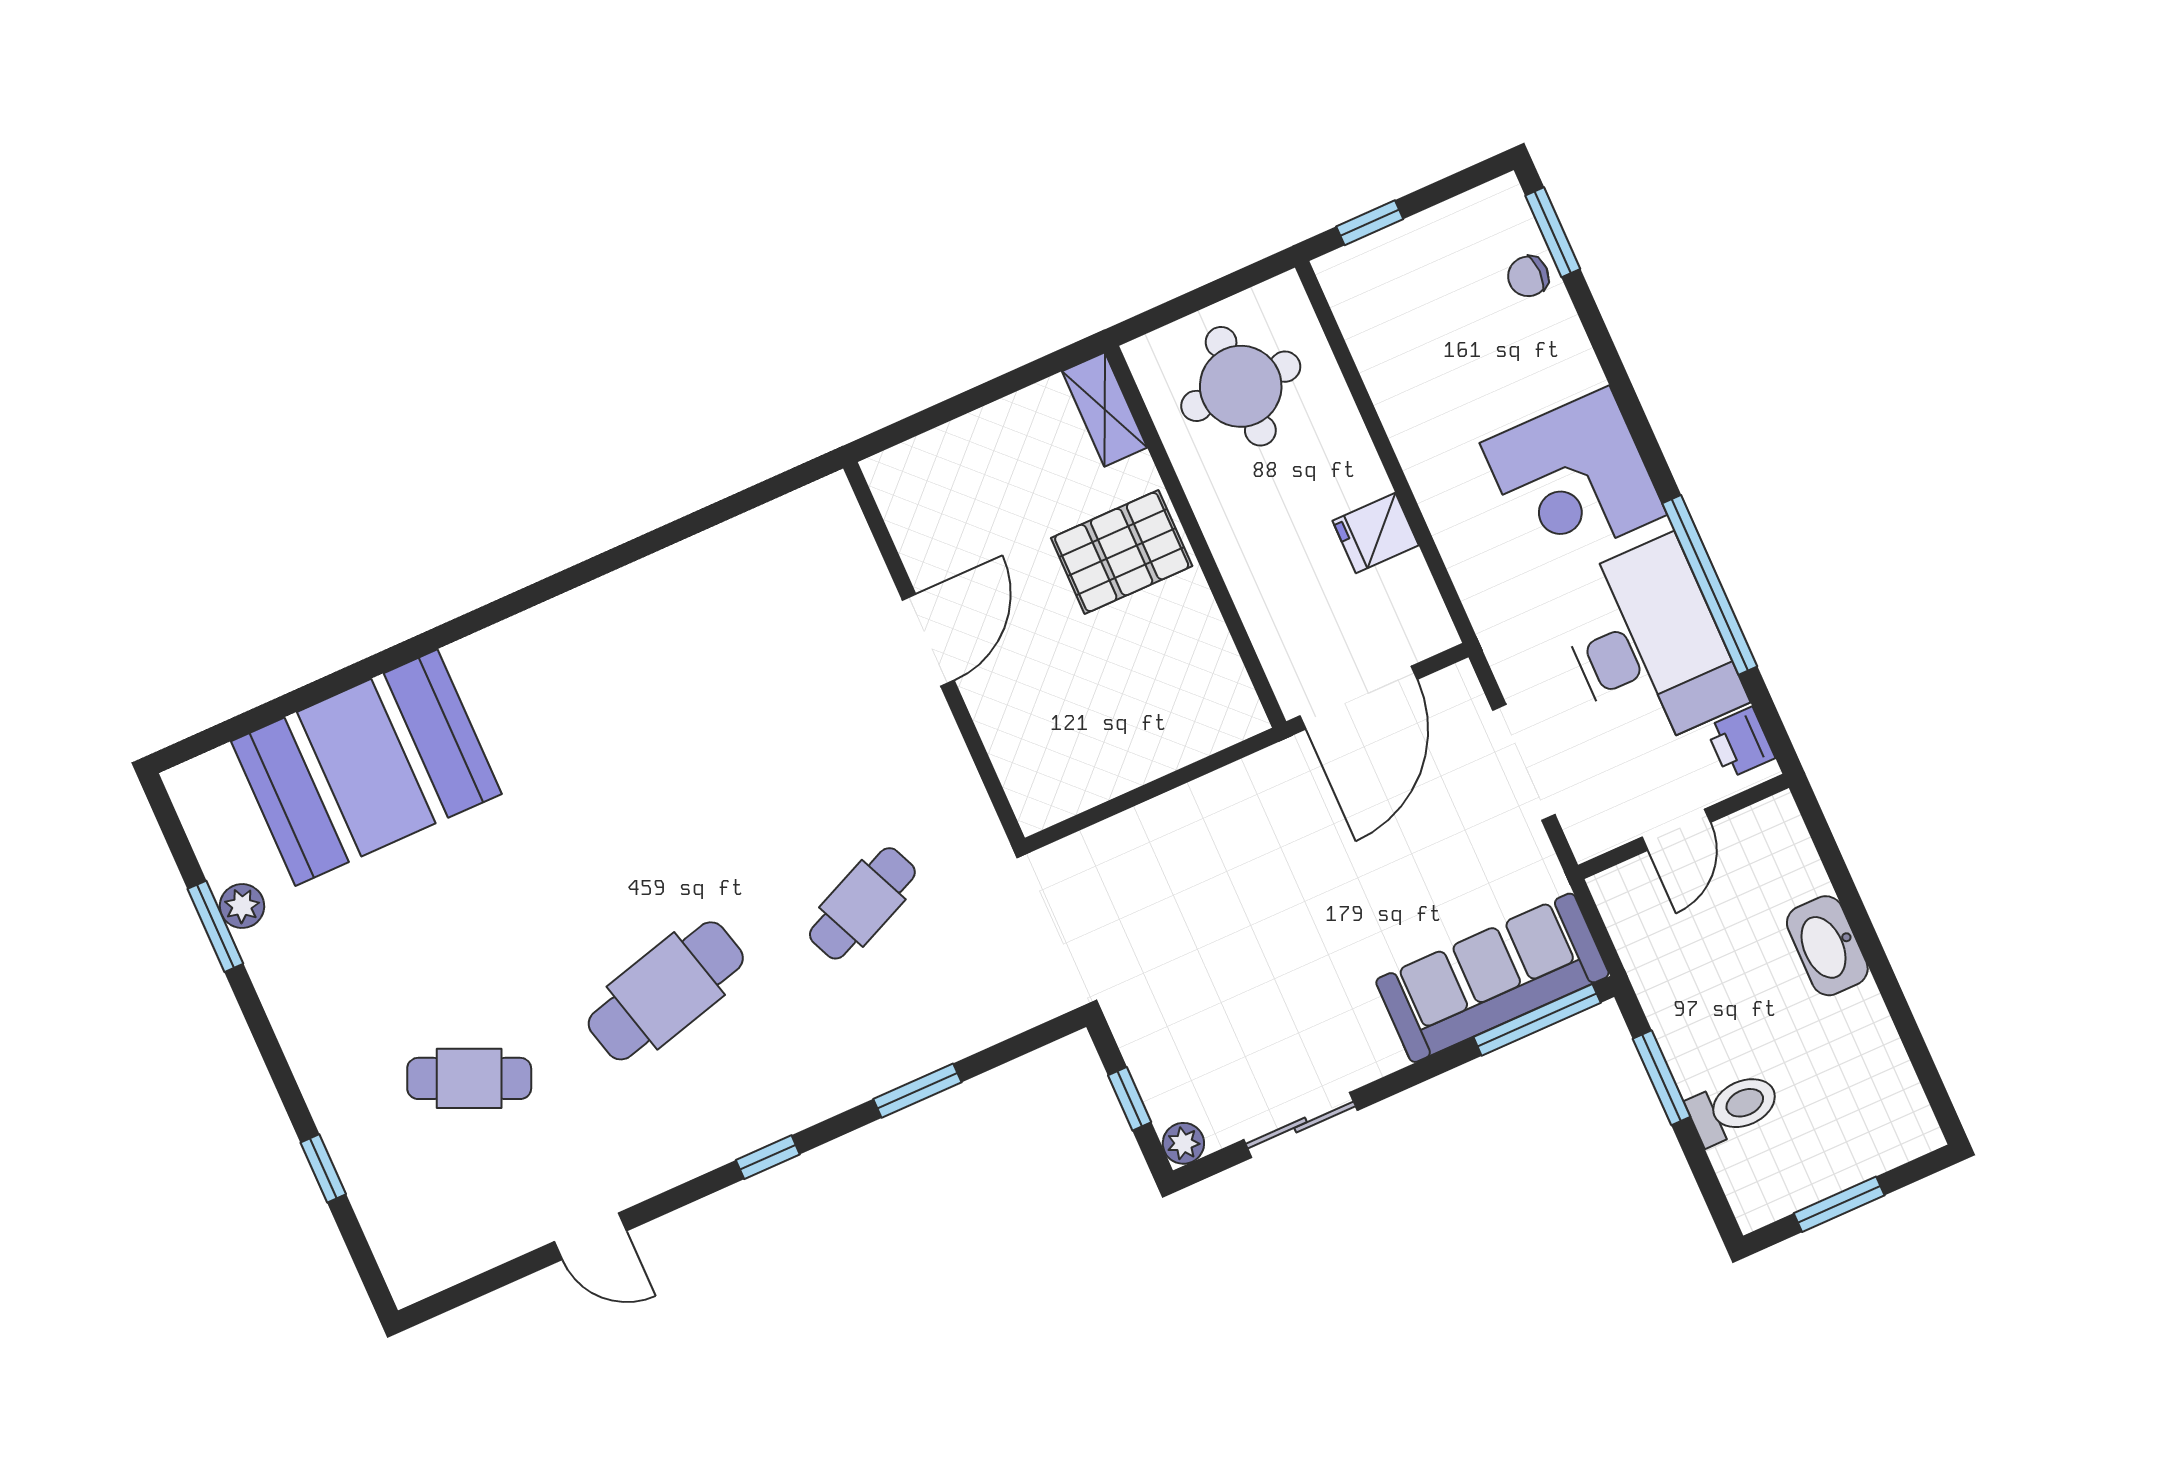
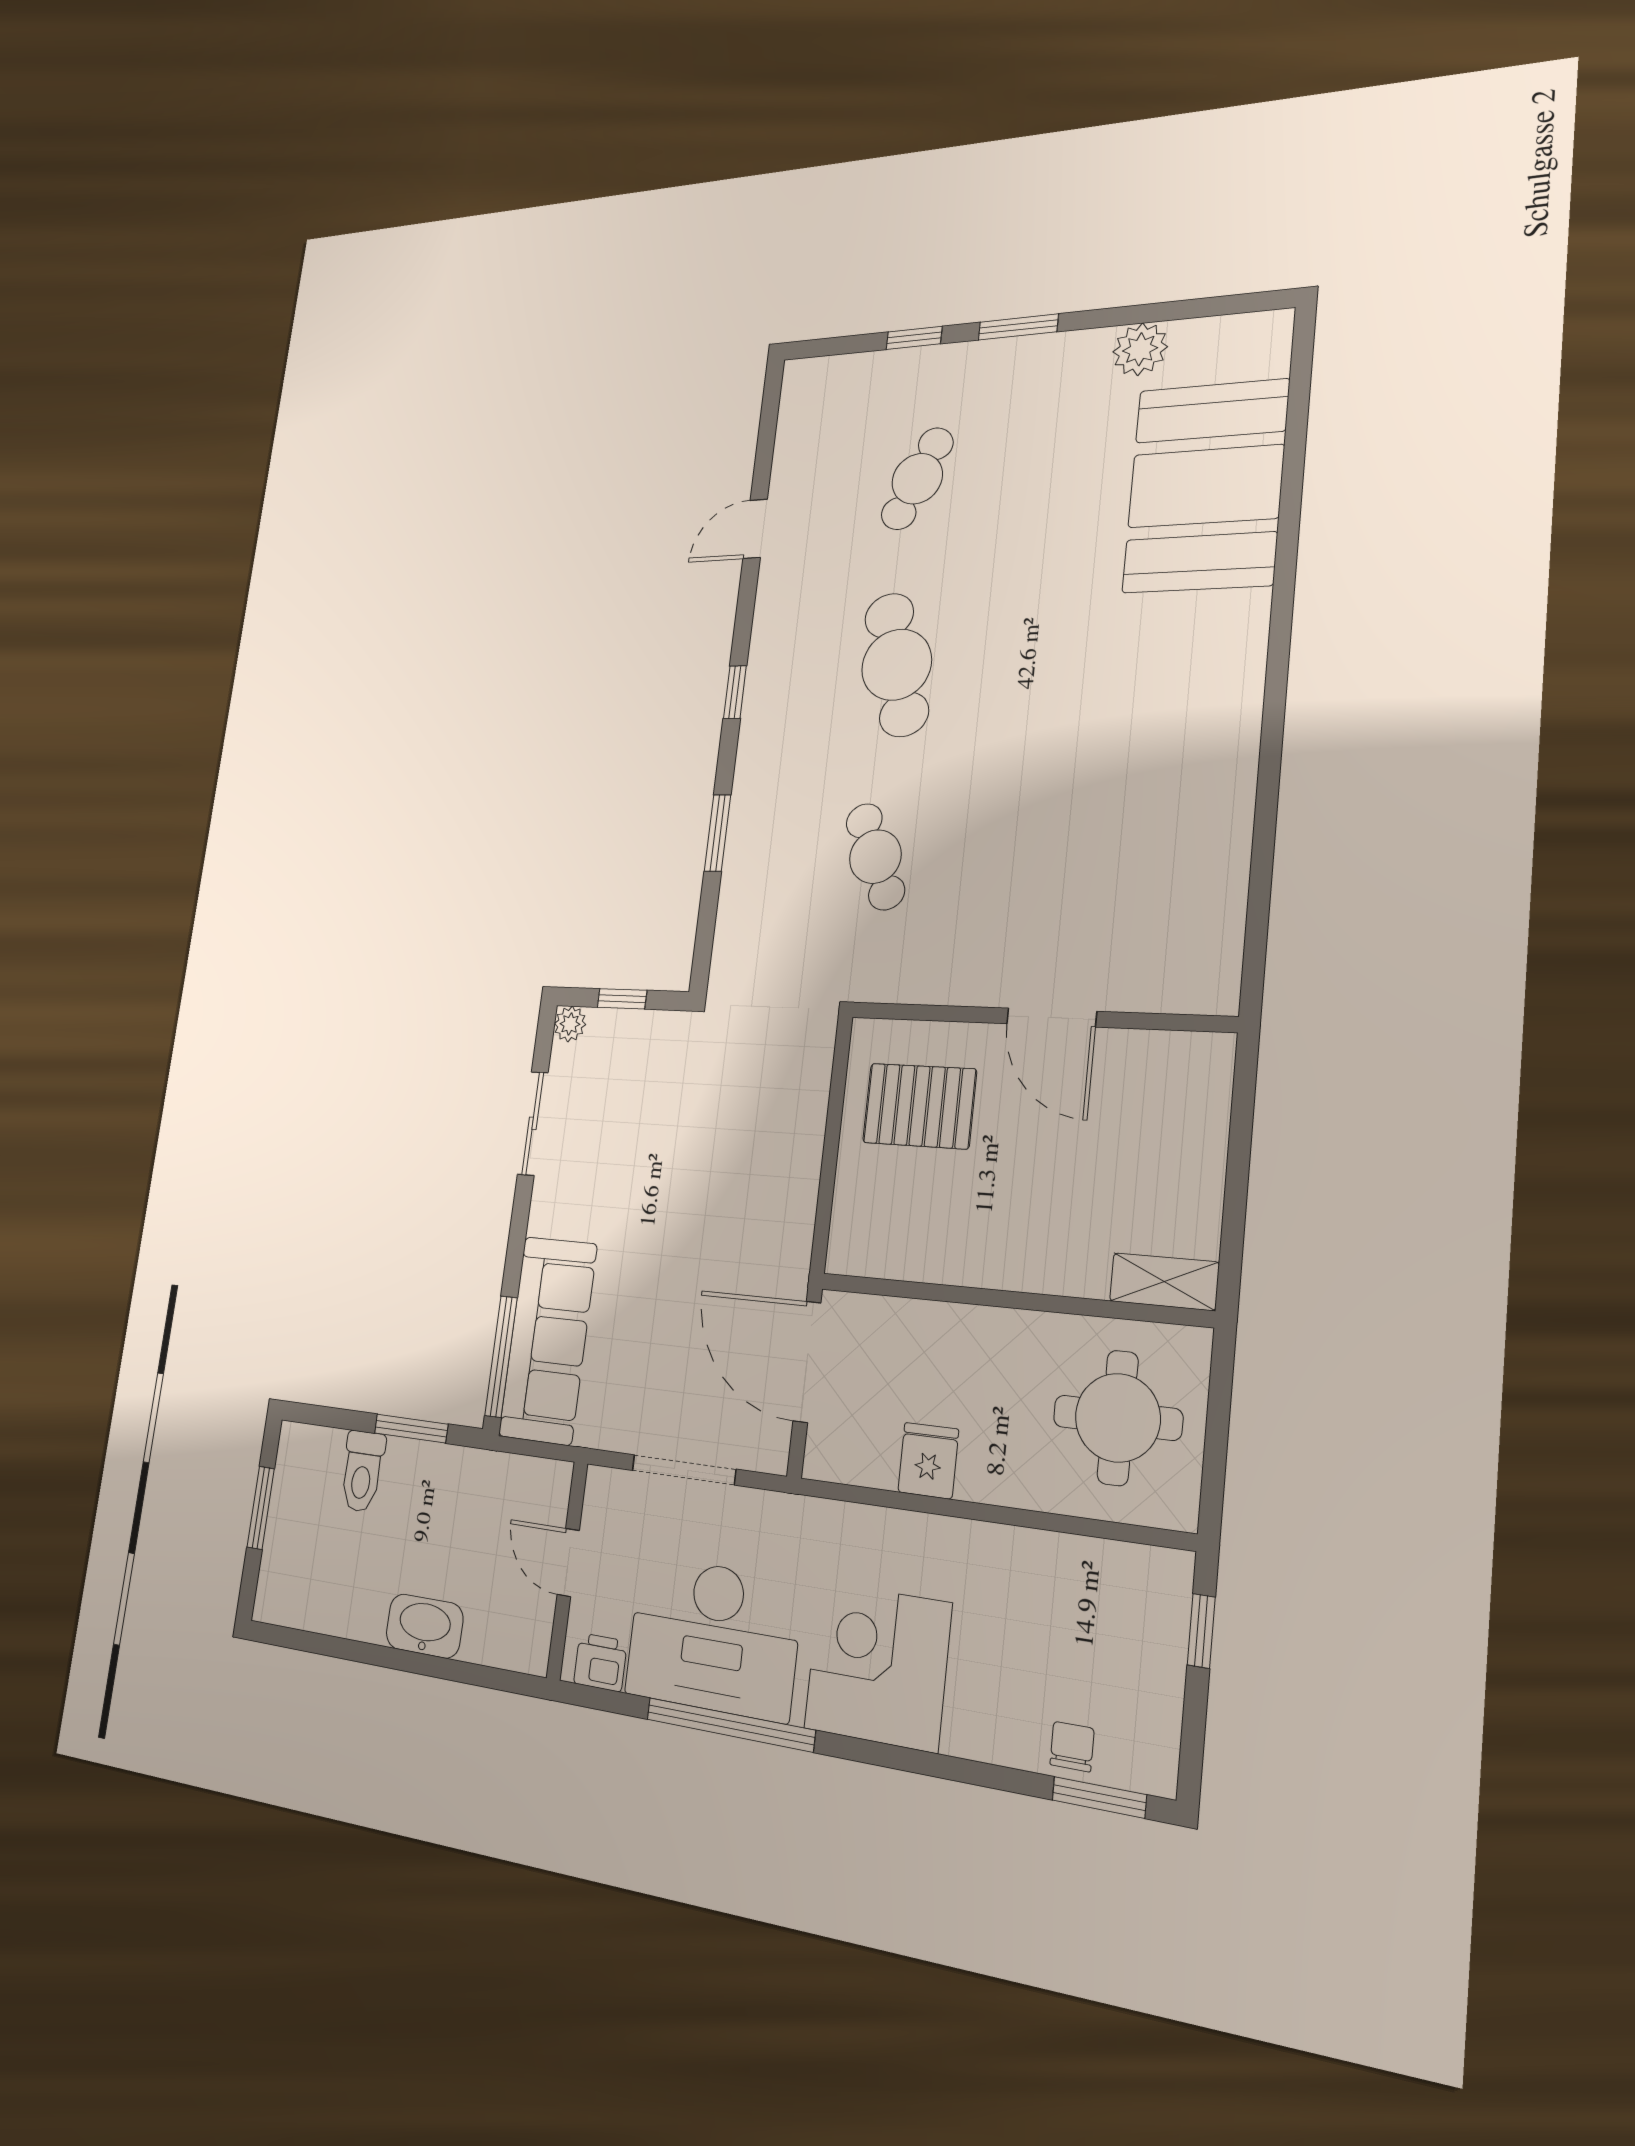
pallet: (1122, 552) -> (920, 1106), moved, turned 90
plant: (242, 906) -> (1140, 349), width x1.38, depth x1.38
window: (215, 926) -> (1018, 327), moved

